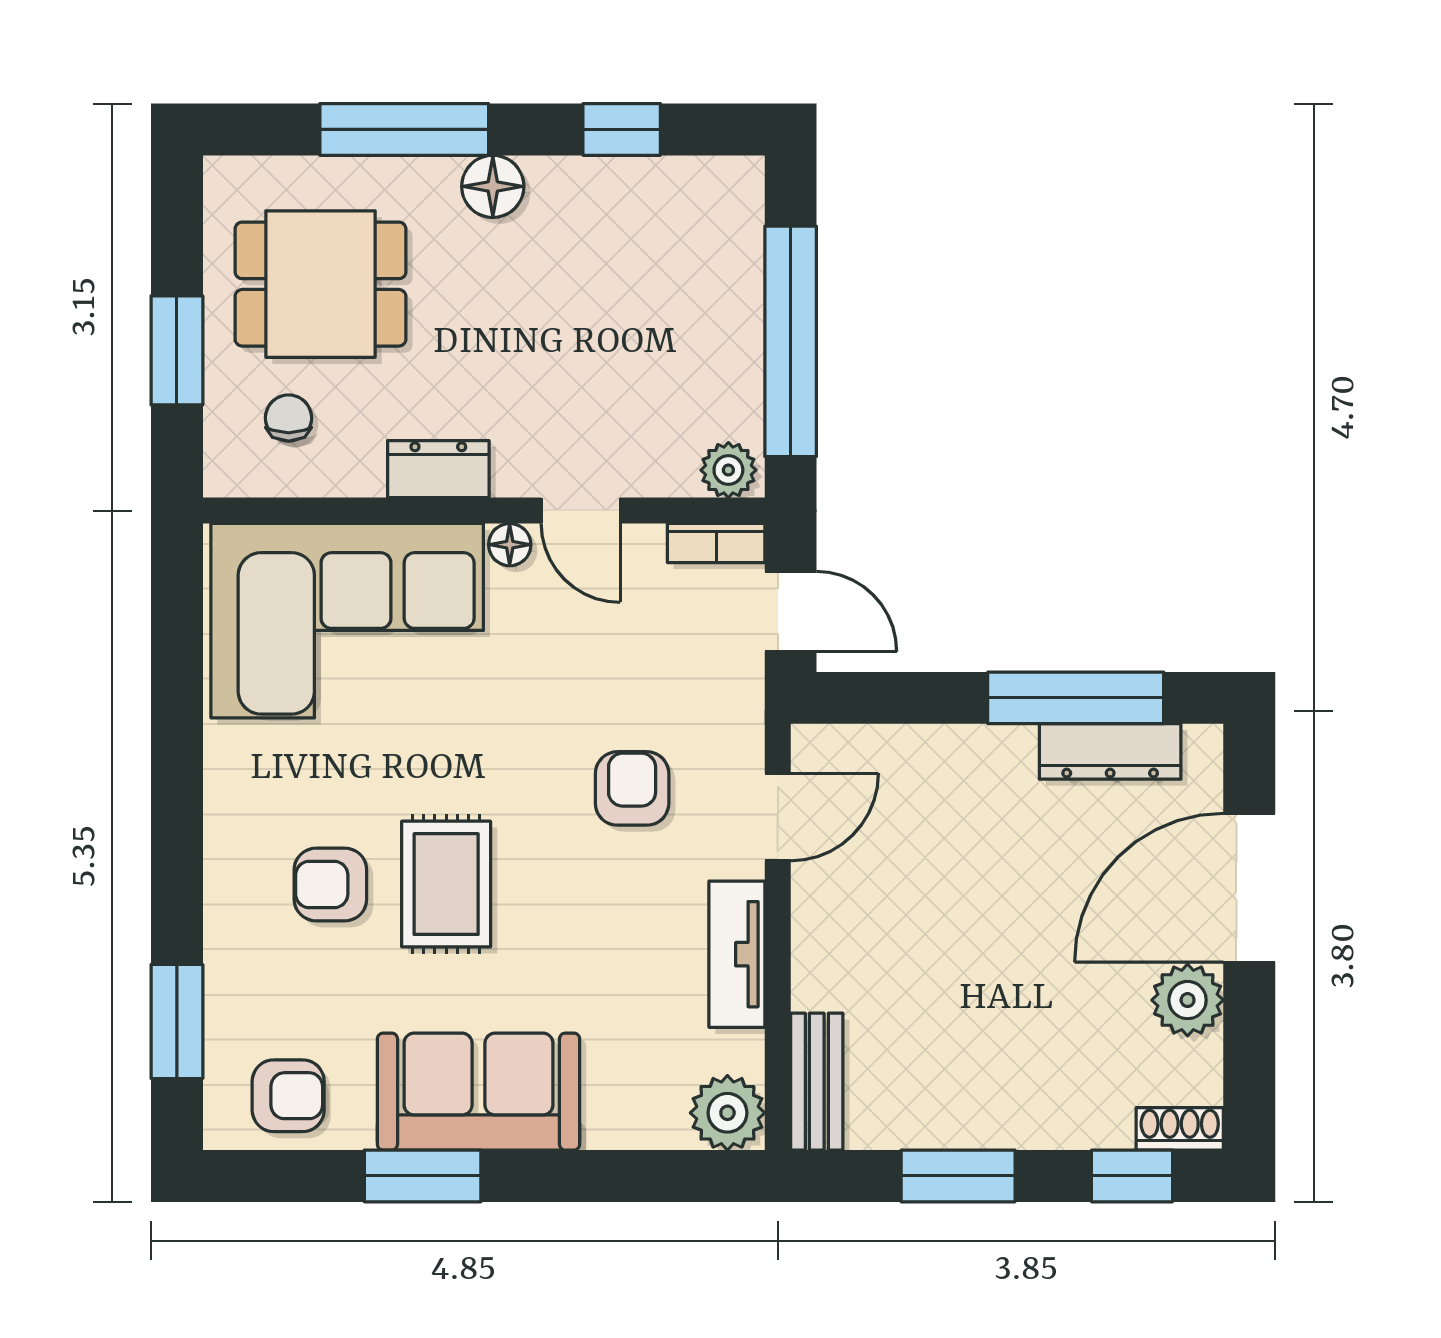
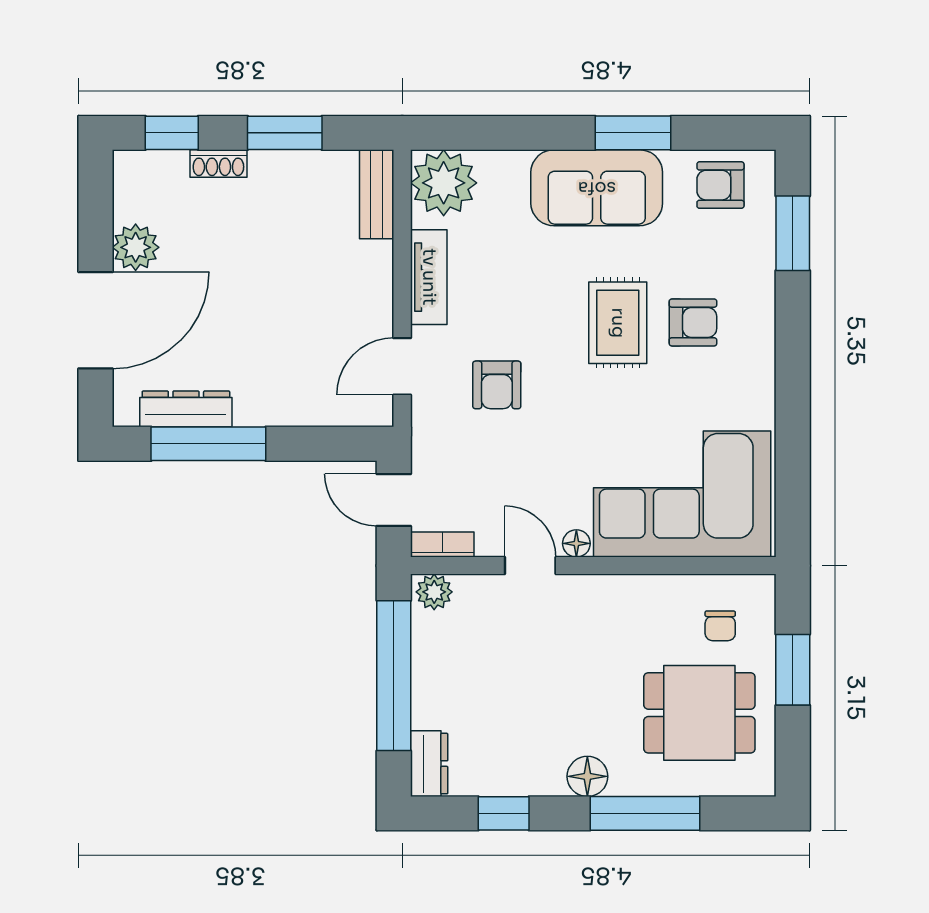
dresser: (438, 469) -> (429, 764), moved, turned -90
plant: (727, 1113) -> (444, 183), width x1.36, depth x1.36
shoe rack: (1180, 1129) -> (218, 164), moved

